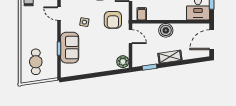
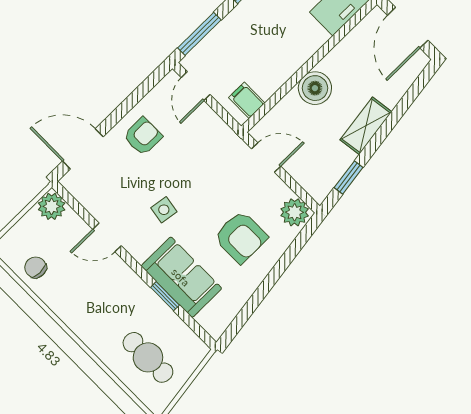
armchair: (113, 20) -> (241, 237), moved

